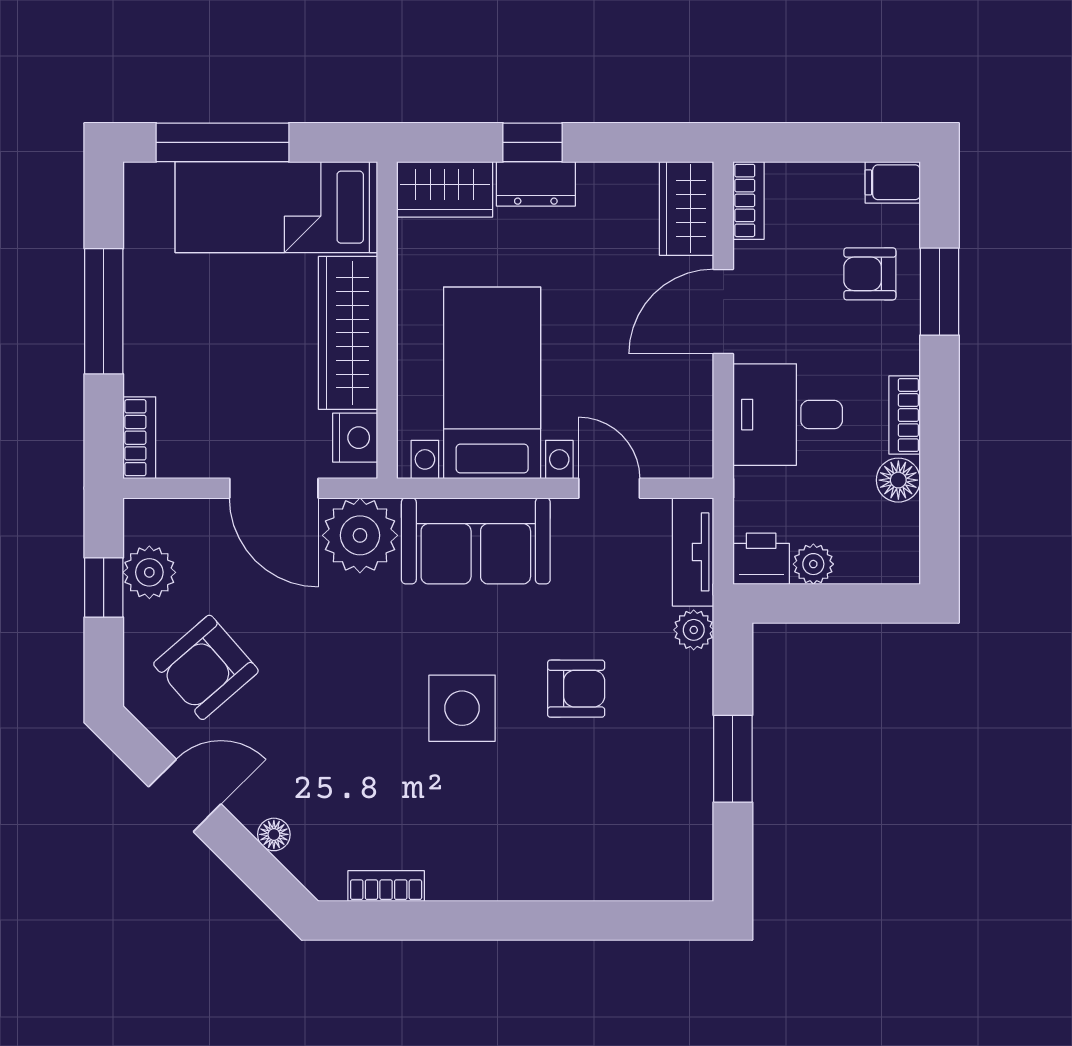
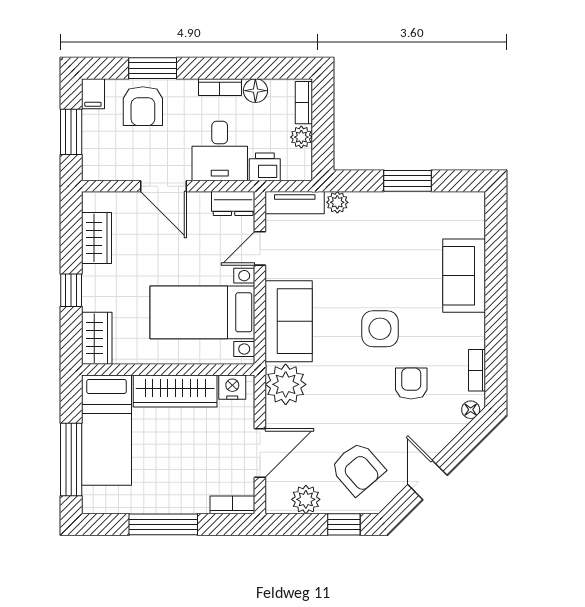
window: (823, 142) -> (71, 132), added
dresser: (536, 184) -> (233, 203), moved, turned 90
bookcase: (748, 200) -> (304, 103), moved, turned -90
wardrobe: (687, 208) -> (96, 238), moved, turned -90
armchair: (870, 274) -> (143, 106), width x1.38, depth x1.38
door: (274, 488) -> (260, 453), moved
printer: (761, 559) -> (265, 167), moved, turned 90
window: (104, 587) -> (344, 524), moved
armchair: (576, 689) -> (411, 384), moved
floor lamp: (274, 834) -> (471, 410), moved
sofa: (559, 862) -> (464, 276), added

